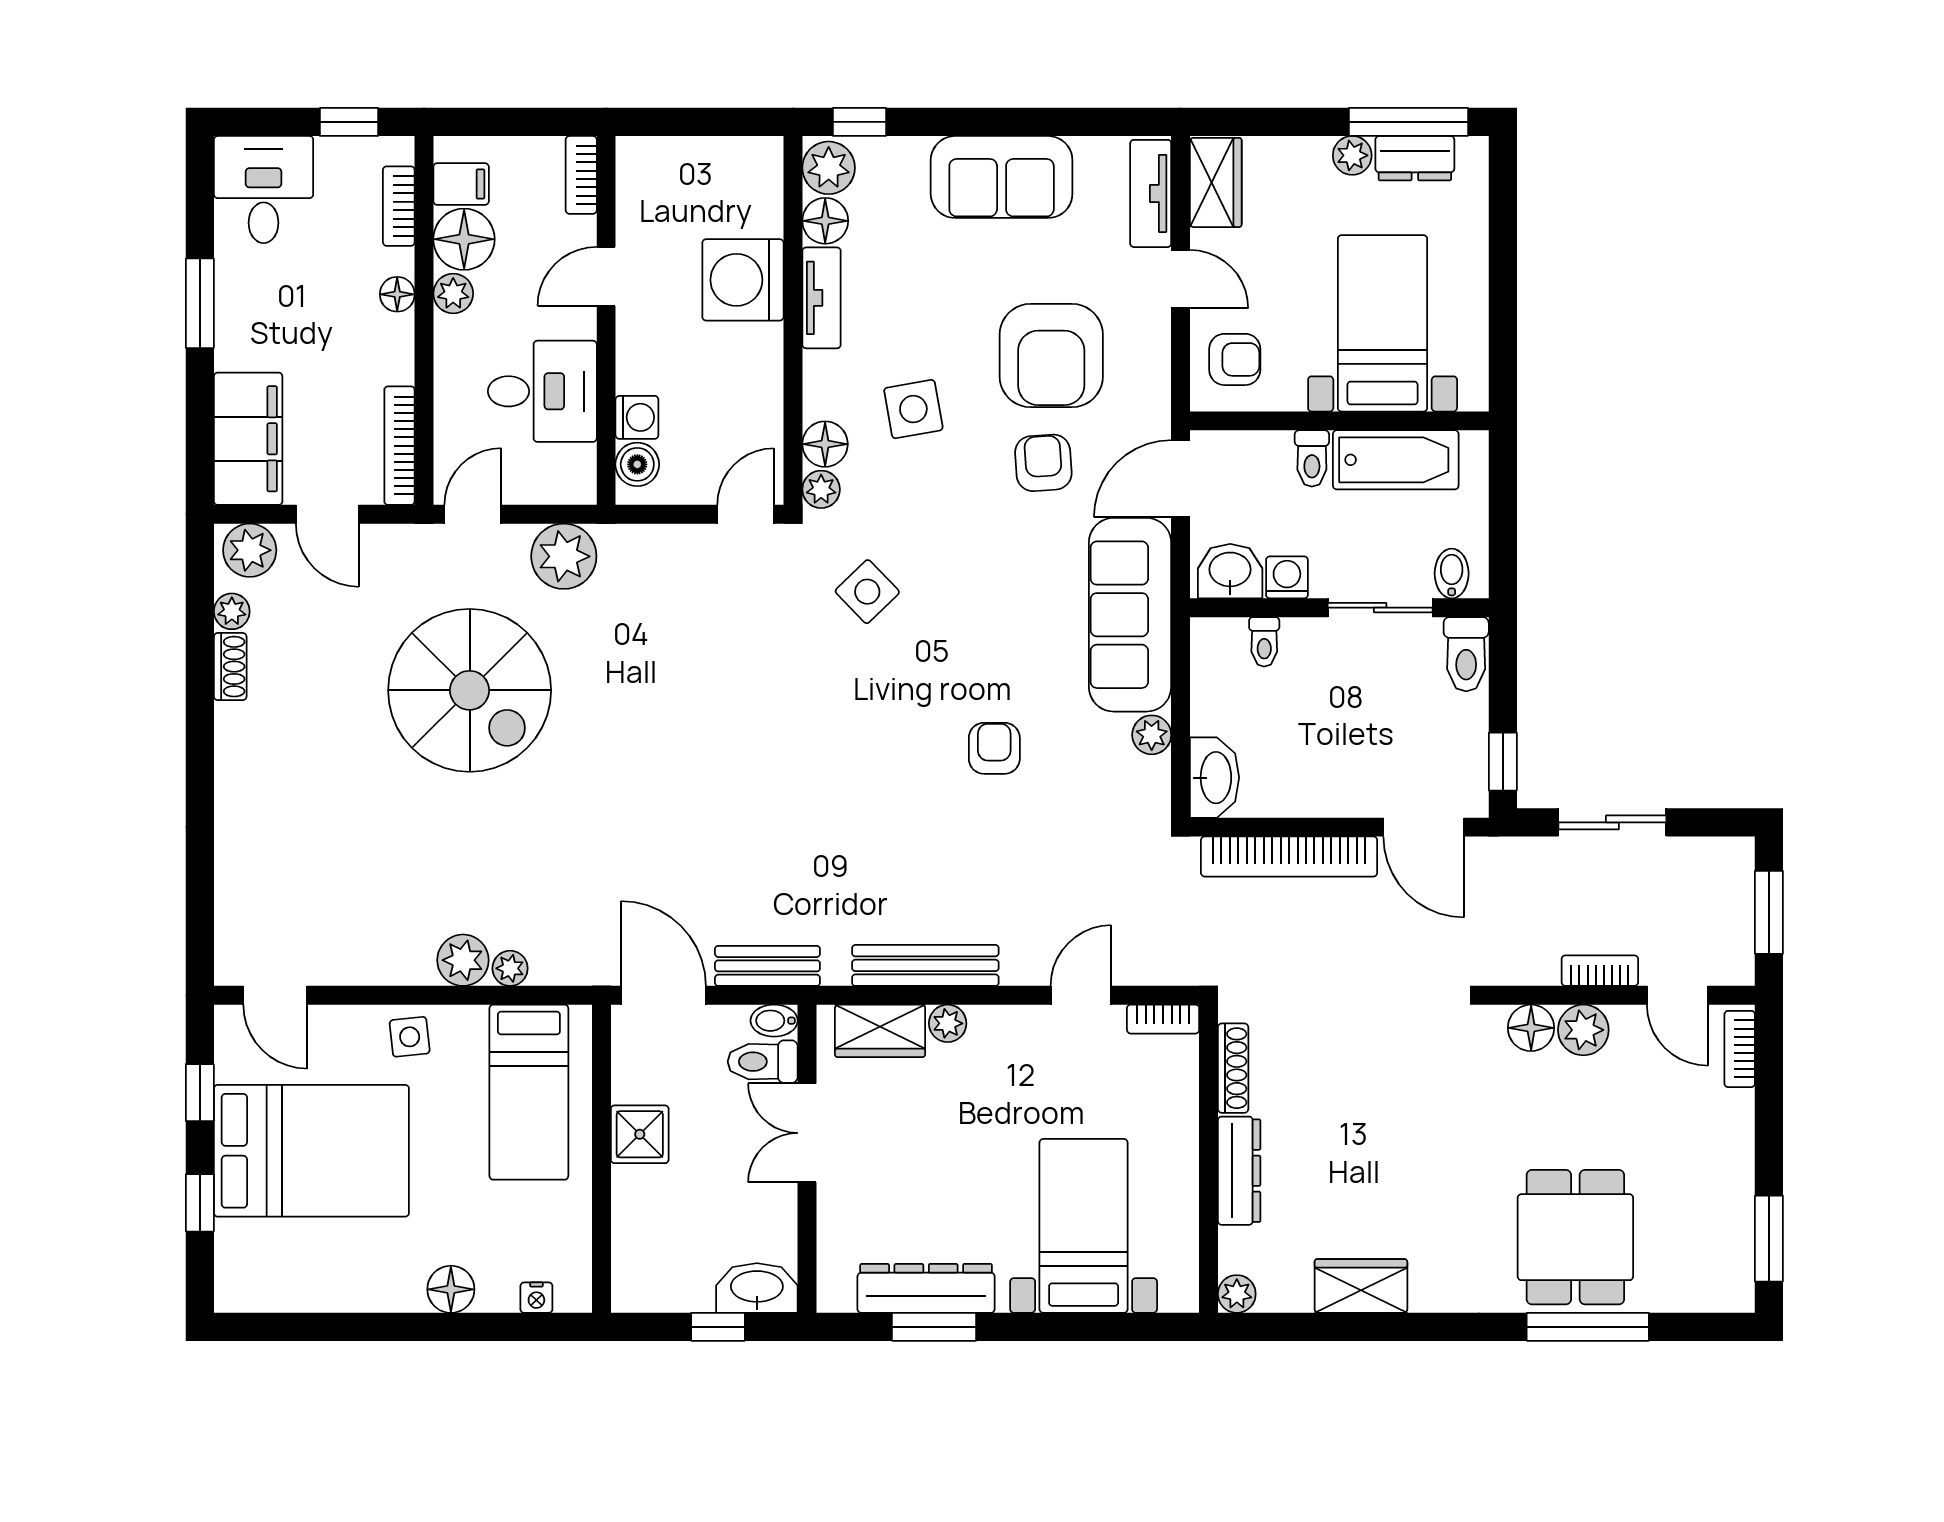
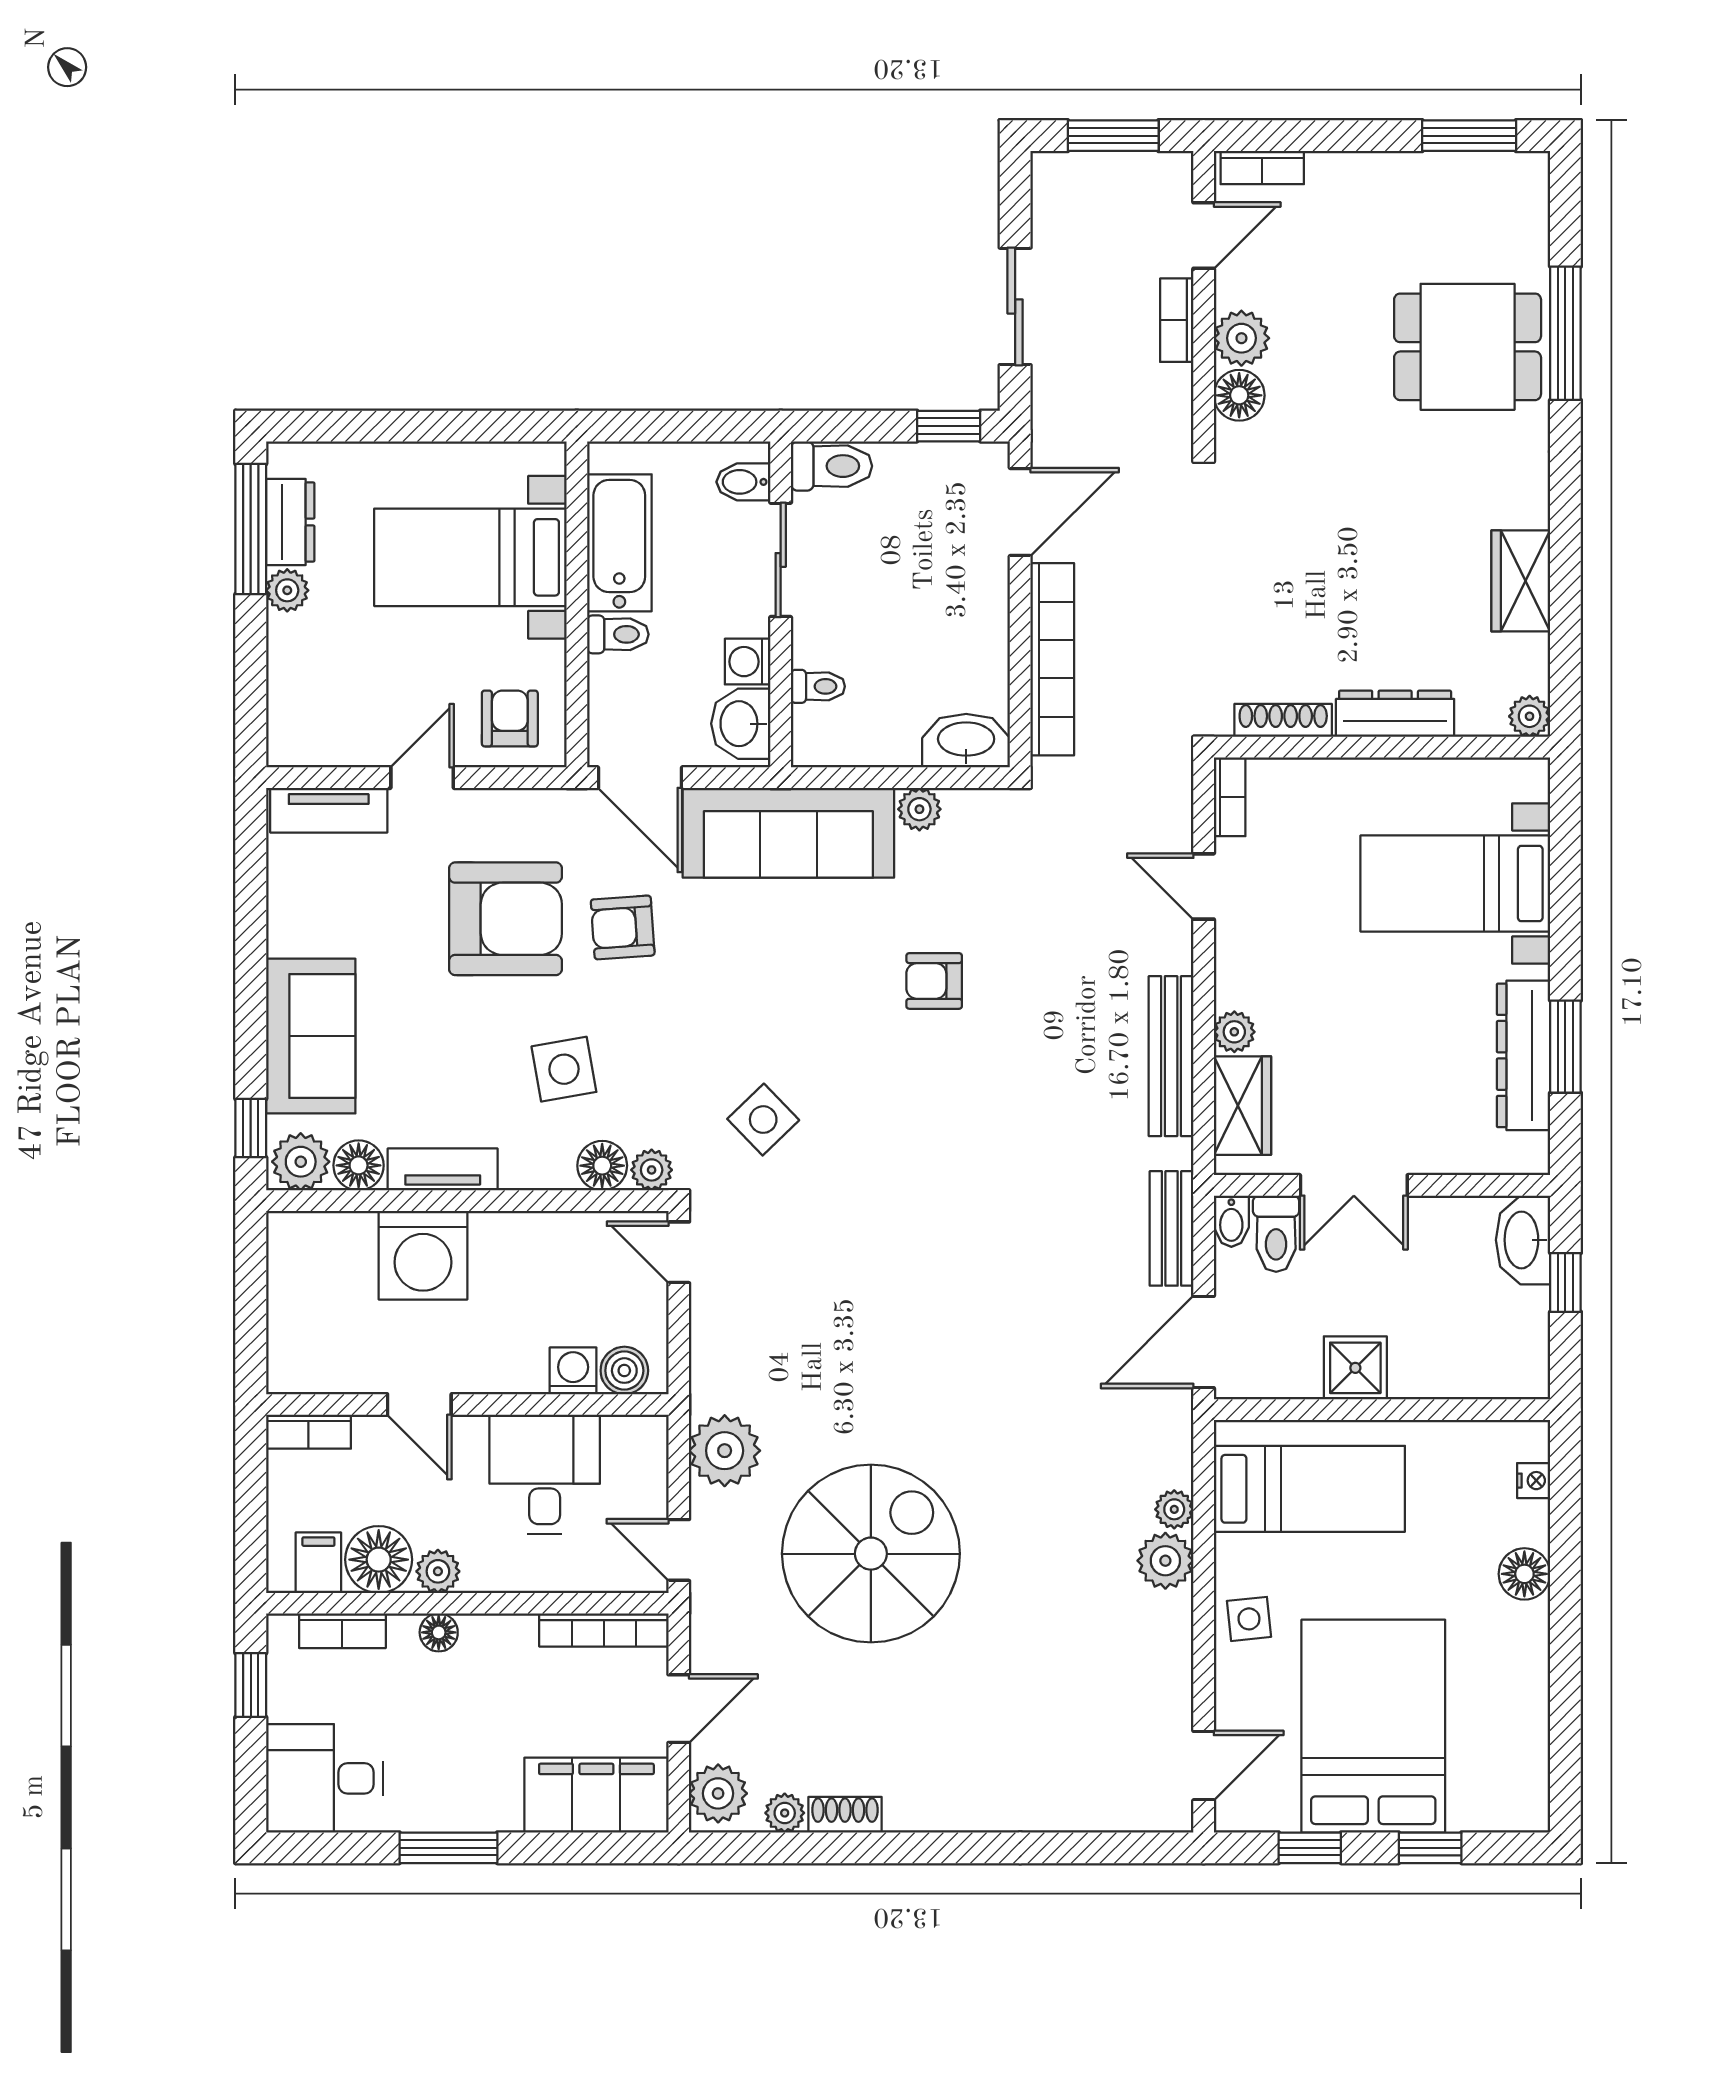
sofa: (1002, 177) -> (311, 1036), moved
wardrobe: (1216, 182) -> (317, 739), removed

